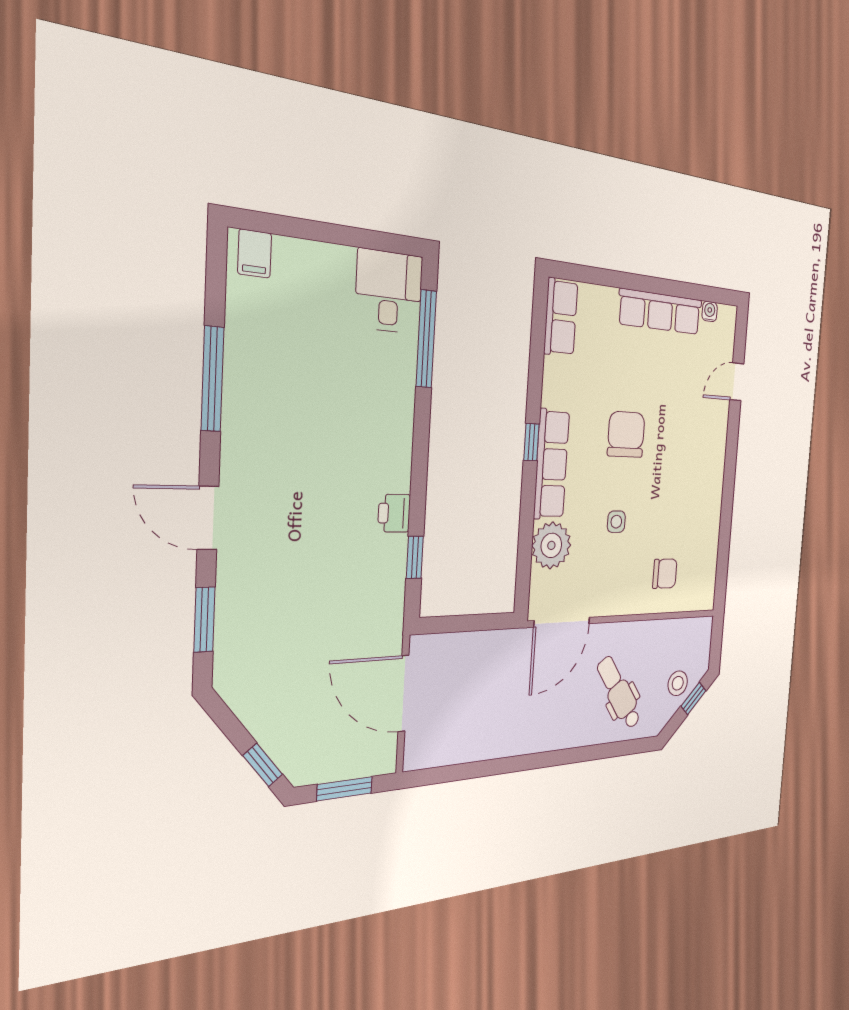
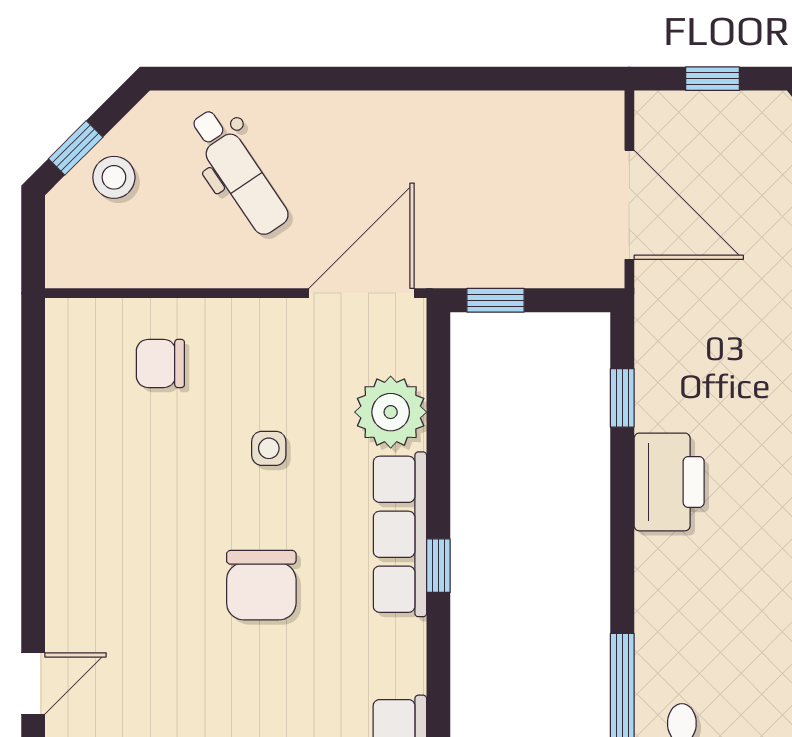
printer: (394, 513) -> (669, 482), width x1.87, depth x1.48
window: (488, 622) -> (495, 300), added
window: (345, 789) -> (712, 79), width x0.67

